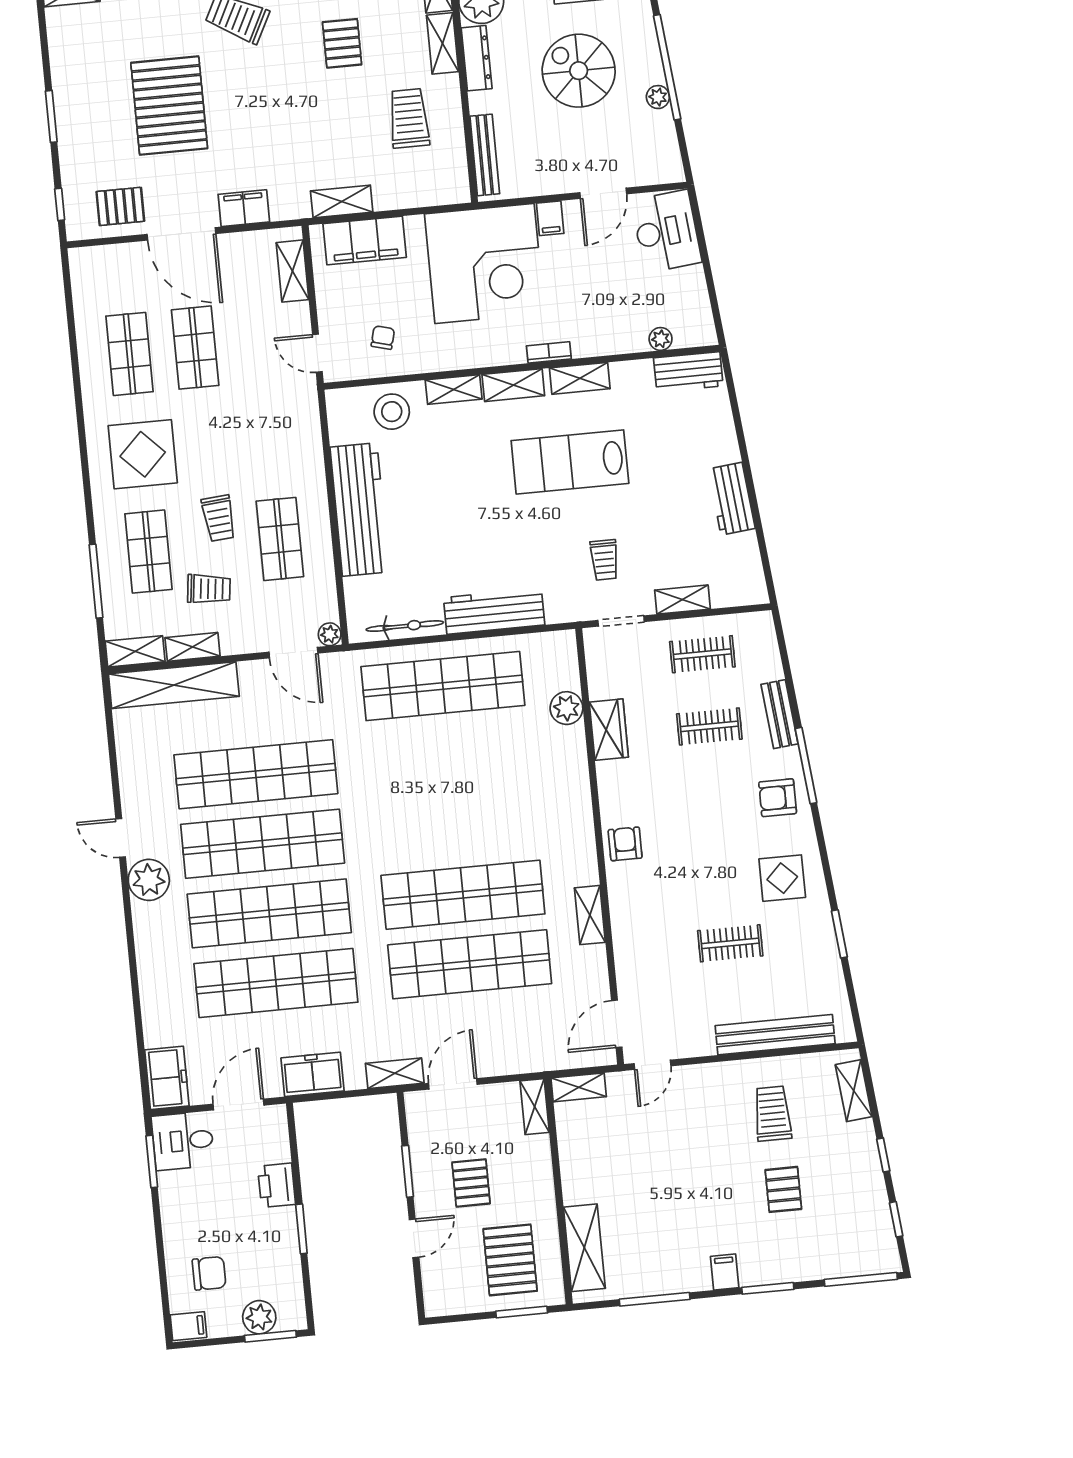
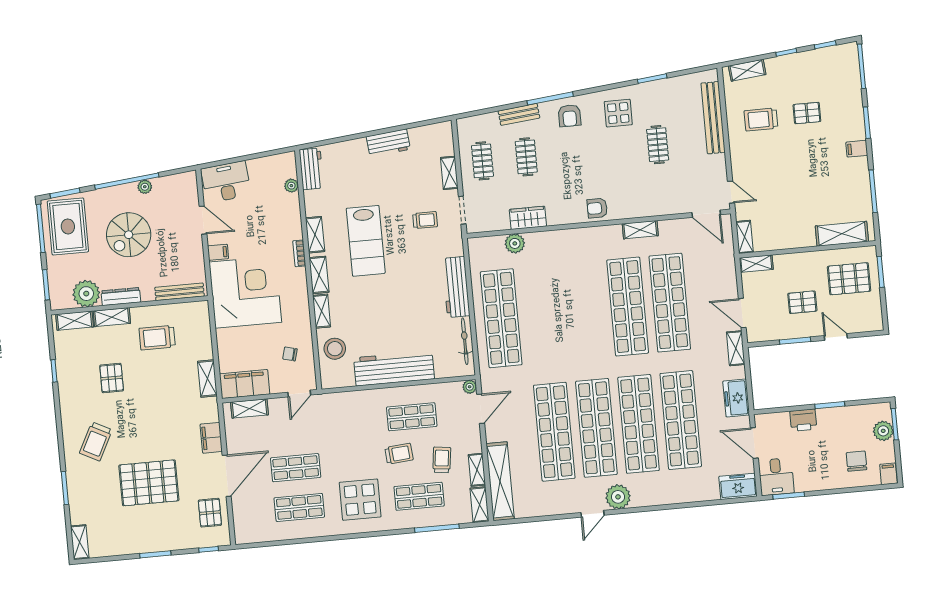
pallet: (342, 43) -> (112, 378), turned 90
filing cabinet: (365, 241) -> (245, 384), moved, turned -90

